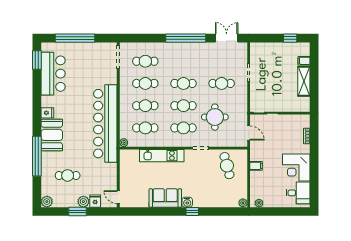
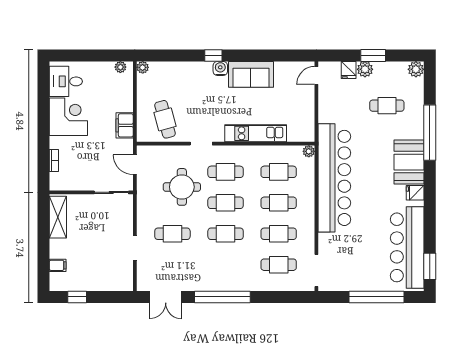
bar counter: (53, 74) -> (407, 247), width x1.36
shelving: (304, 81) -> (58, 217), moved
filing cabinet: (256, 166) -> (125, 125), width x2.00
door: (118, 197) -> (316, 75), swing flipped

